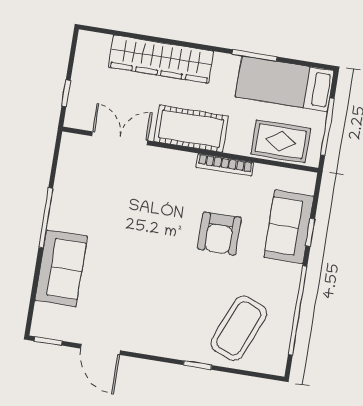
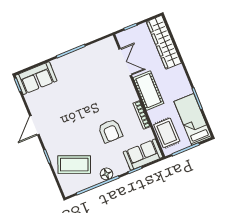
wardrobe: (161, 59) -> (164, 42), moved
sofa: (289, 227) -> (143, 155), moved
armchair: (219, 233) -> (110, 131), turned -90
sofa: (61, 268) -> (36, 78), moved
floor lamp: (287, 284) -> (106, 174), added
door: (100, 349) -> (34, 125), moved

